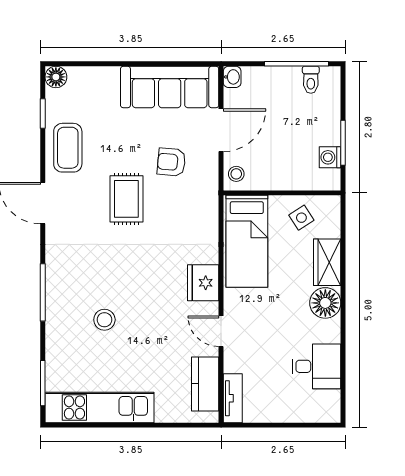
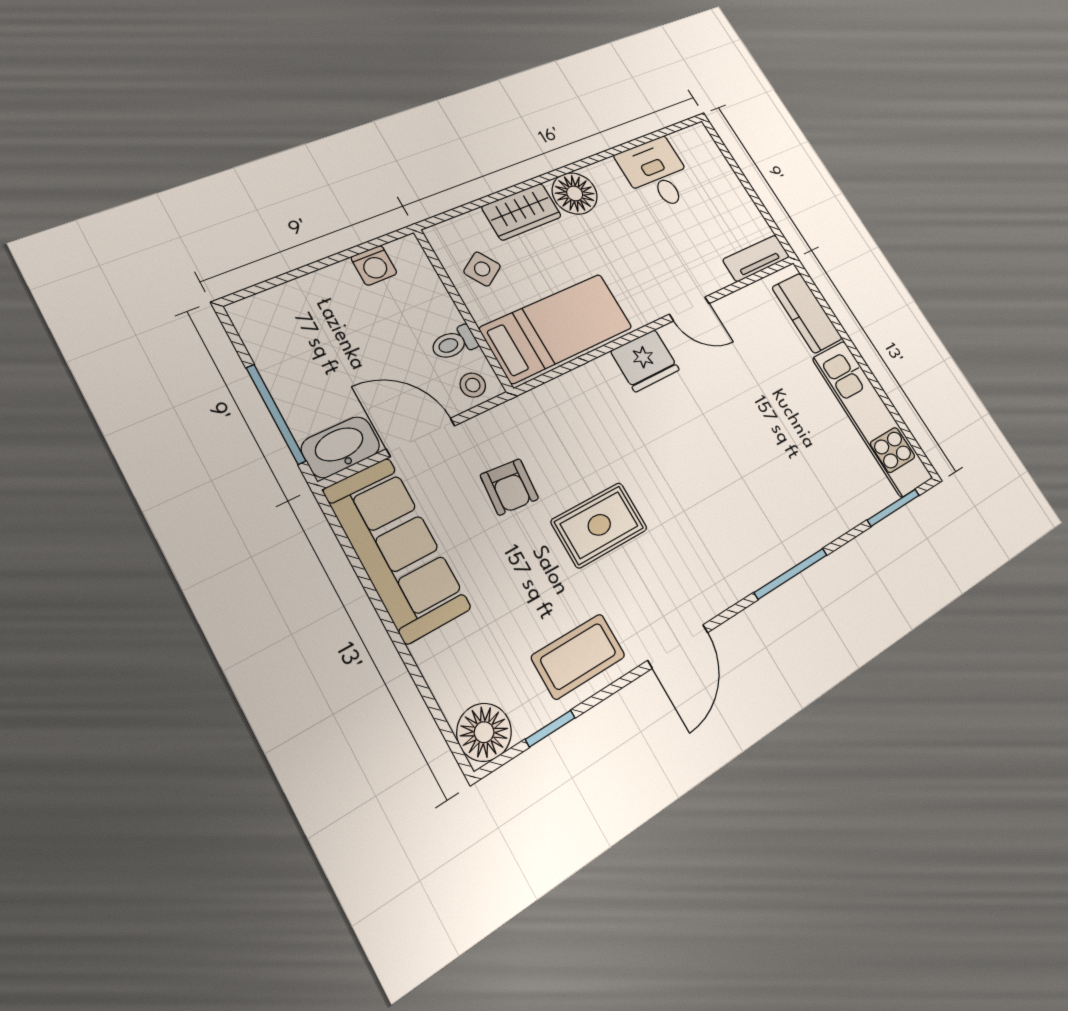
window: (296, 64) -> (276, 414), moved
floor lamp: (56, 77) -> (484, 732), width x1.38, depth x1.38
washbasin: (232, 77) -> (341, 447), width x1.91, depth x1.45
toilet: (311, 80) -> (454, 343), moved, turned 180
window: (343, 143) -> (342, 256), removed
stool: (104, 320) -> (771, 468), removed
door: (221, 331) -> (689, 309), hinge flipped
kitchen counter: (205, 384) -> (807, 313), moved, turned 90

